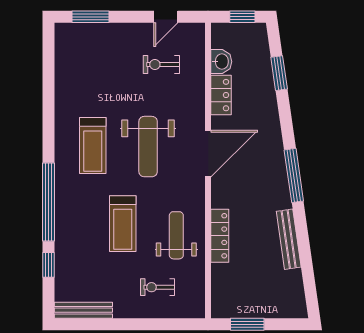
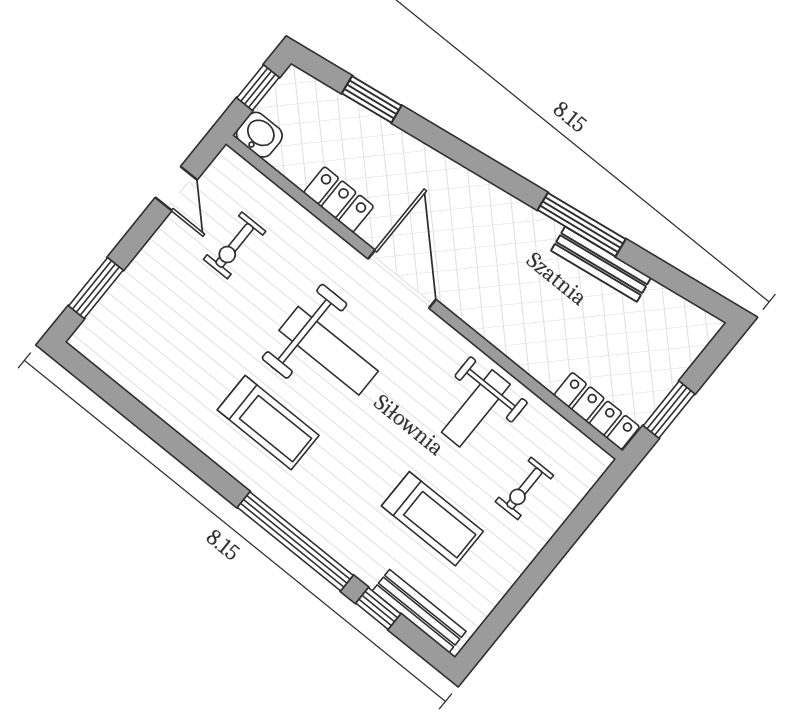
washbasin: (221, 62) -> (259, 135), moved
window: (294, 175) -> (582, 225), moved
treadmill: (123, 224) -> (432, 519), moved
weight bench: (176, 235) -> (476, 408), turned -90
locker: (220, 236) -> (597, 411), moved
bench: (83, 310) -> (419, 611), moved, turned 90

